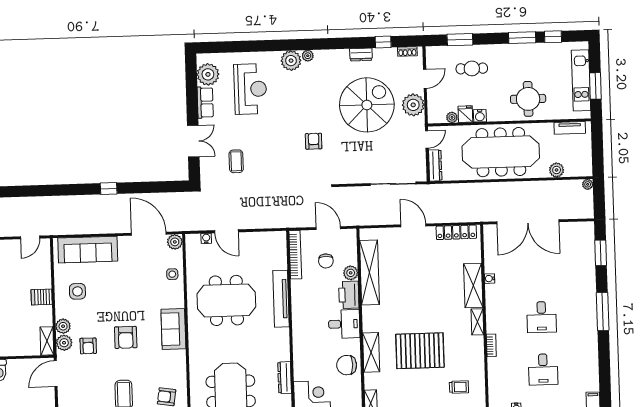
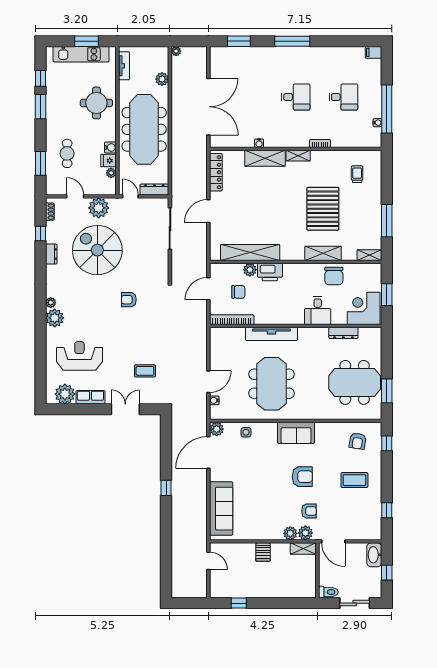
side table: (77, 291) -> (259, 519), removed
desk: (344, 324) -> (318, 311), moved, turned 180

